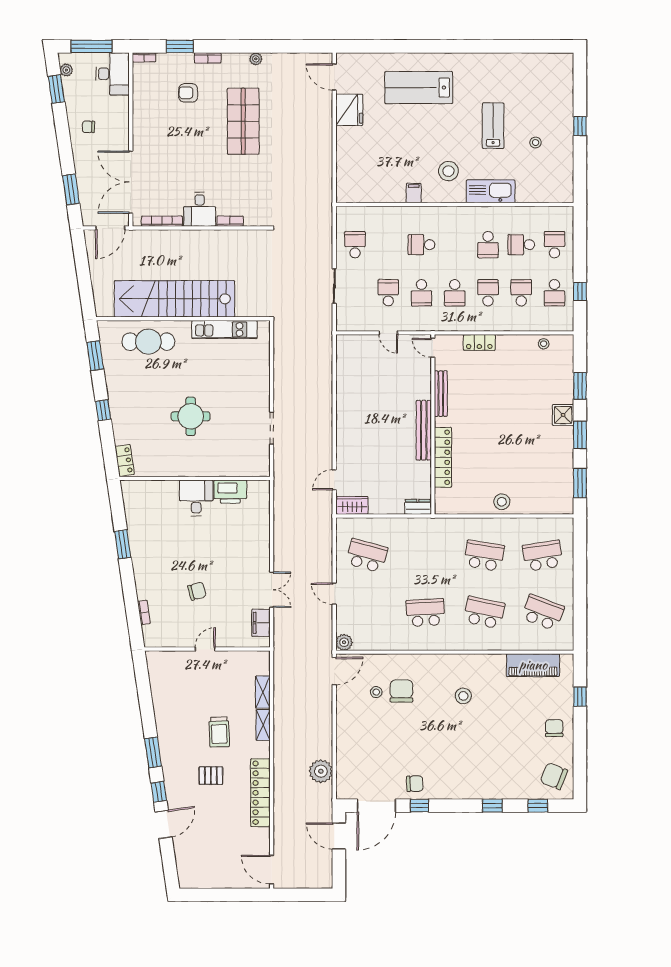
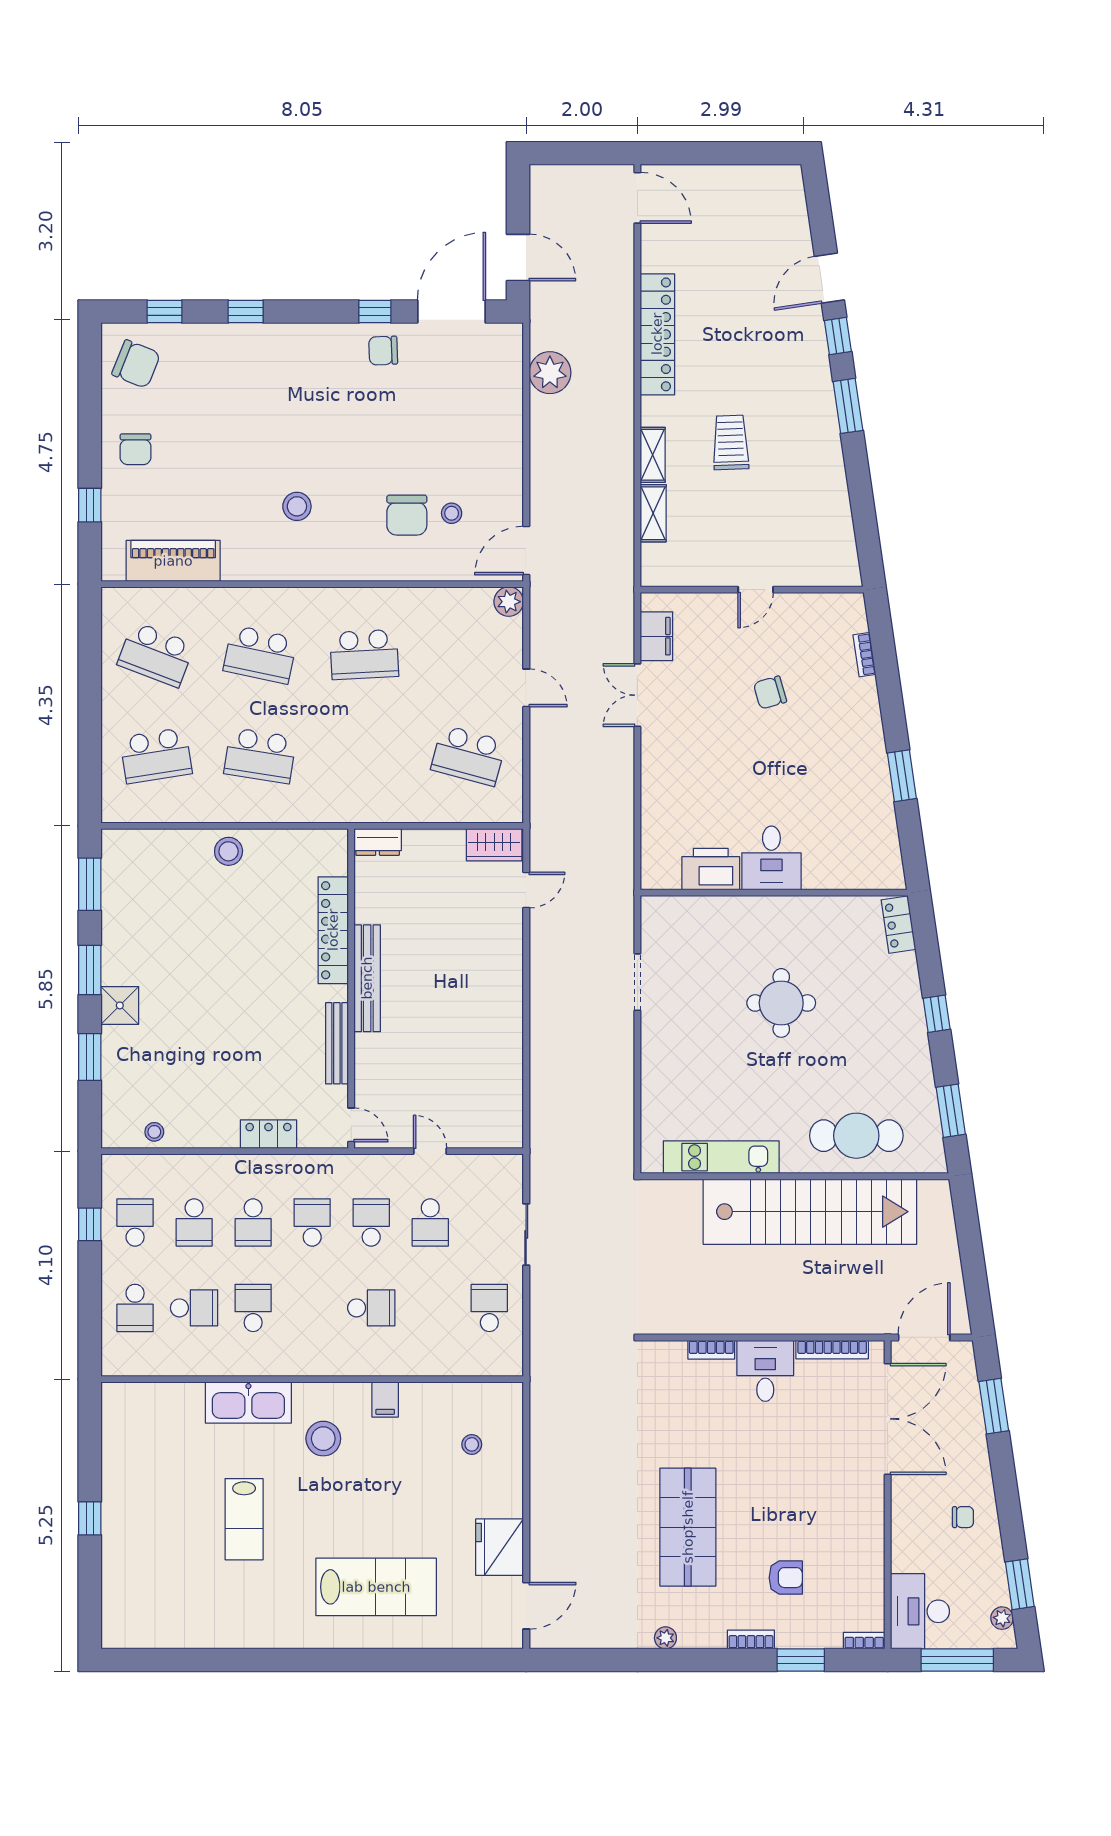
door: (334, 77) -> (526, 1606), hinge flipped
stool: (536, 143) -> (472, 1444), moved
school desk: (355, 245) -> (489, 1308), turned 180
pallet: (211, 776) -> (745, 365), removed

